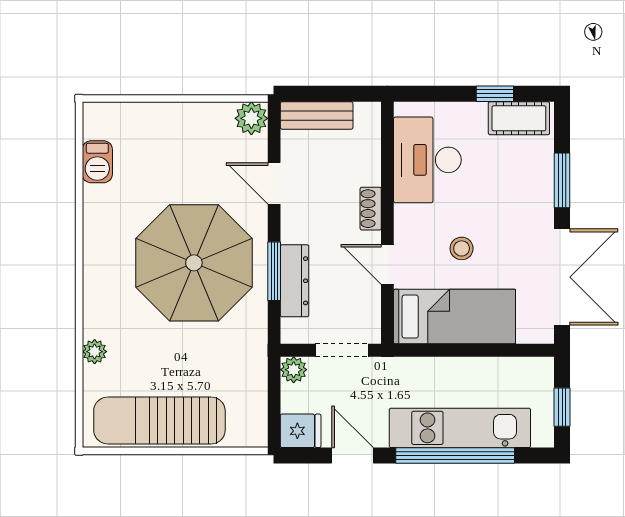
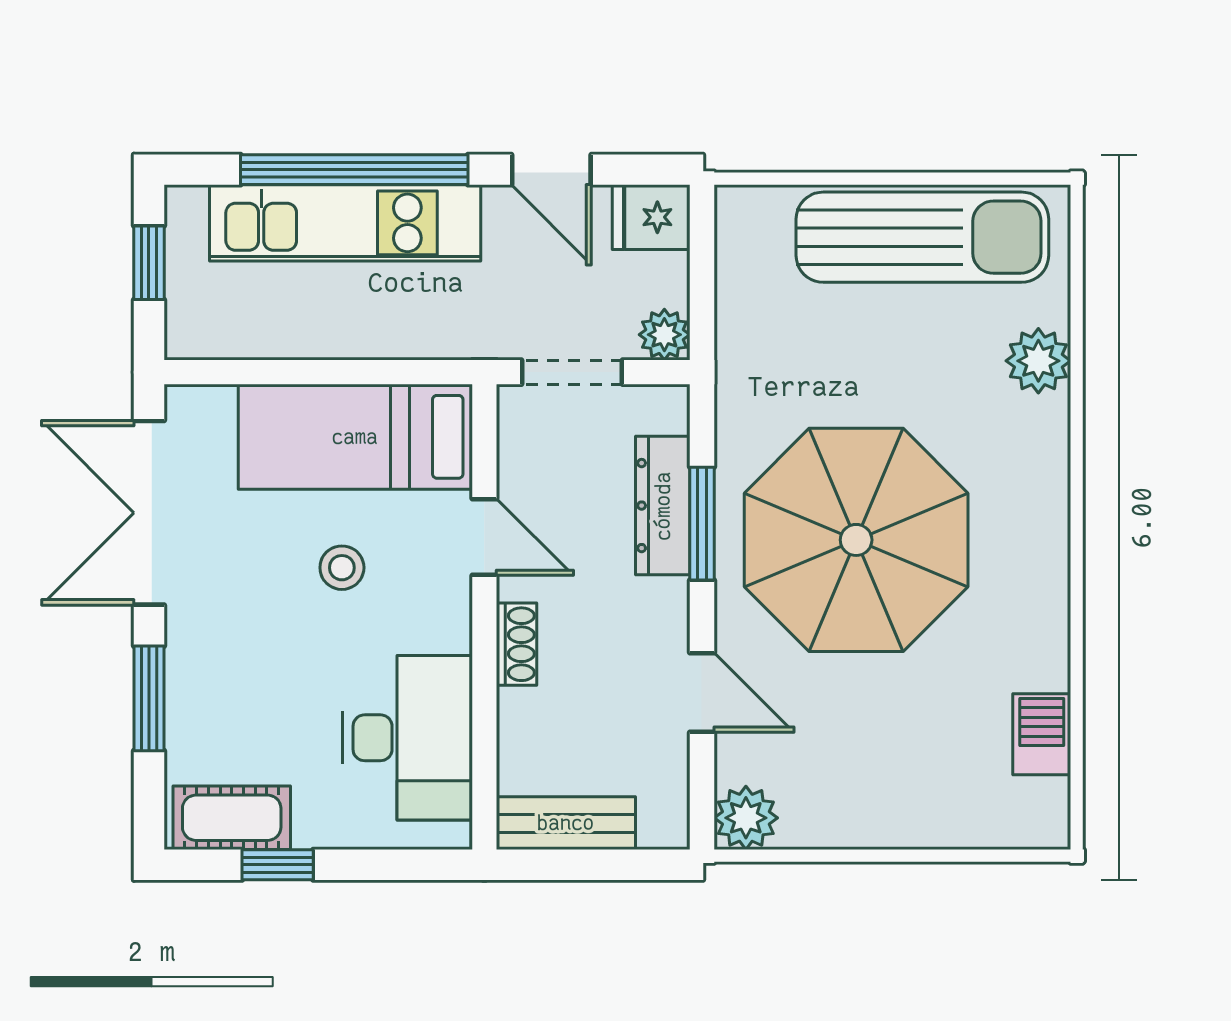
bench: (317, 116) -> (566, 823), moved
plant: (95, 352) -> (1038, 361), width x1.38, depth x1.38

